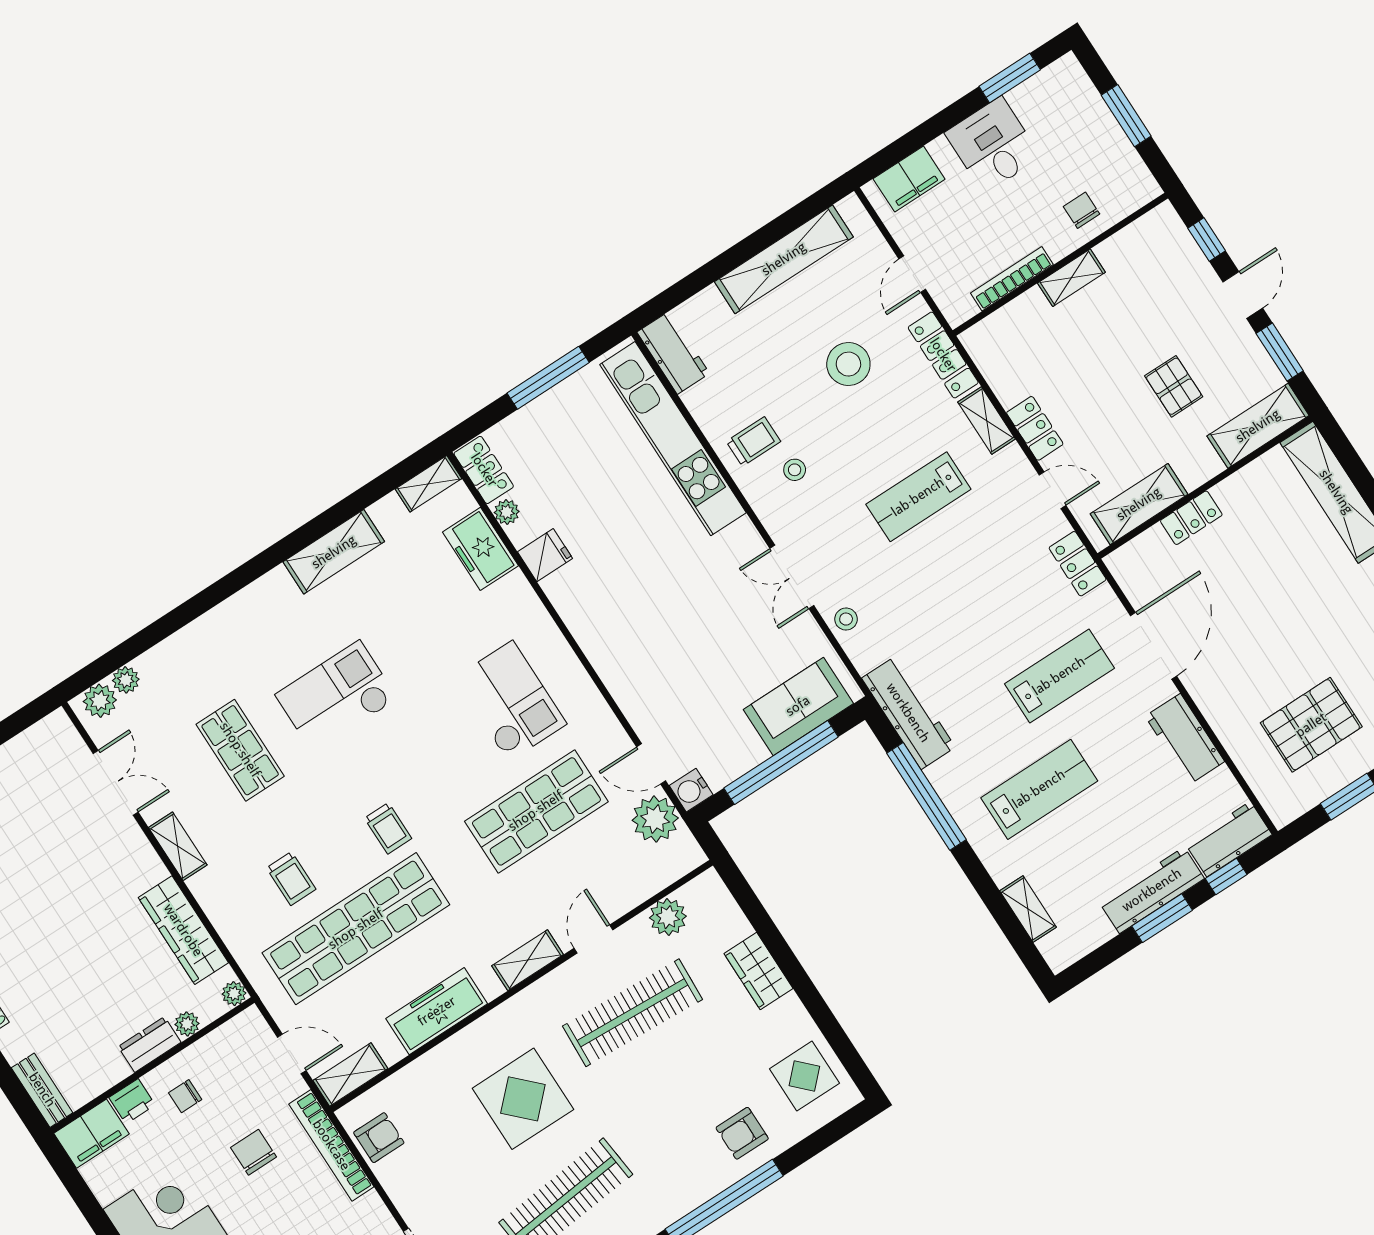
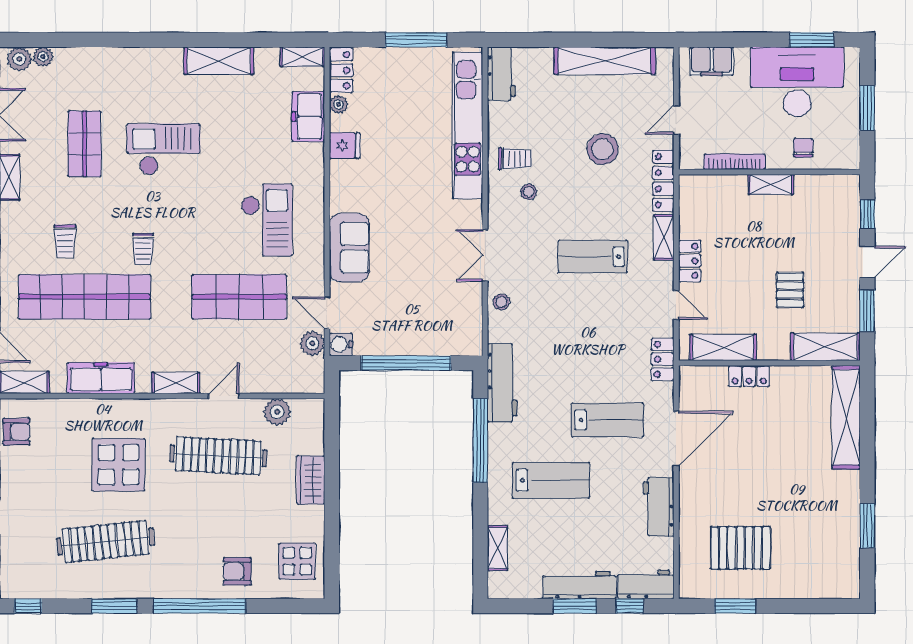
desk: (993, 145) -> (797, 82), width x1.87, depth x1.30
sofa: (798, 706) -> (349, 248), moved, turned 90
plant: (655, 819) -> (312, 343), width x0.73, depth x0.73

